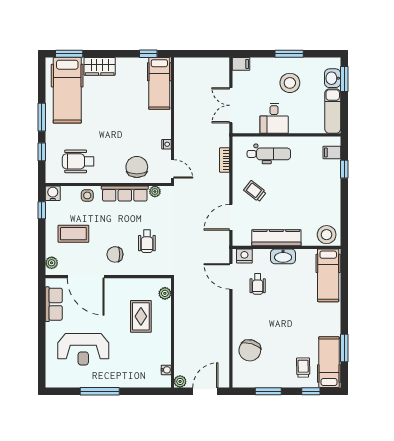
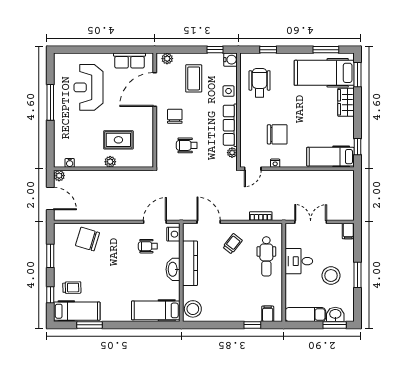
window: (42, 117) -> (326, 50), moved
chair: (137, 167) -> (277, 134), moved
plant: (165, 293) -> (110, 162), moved

